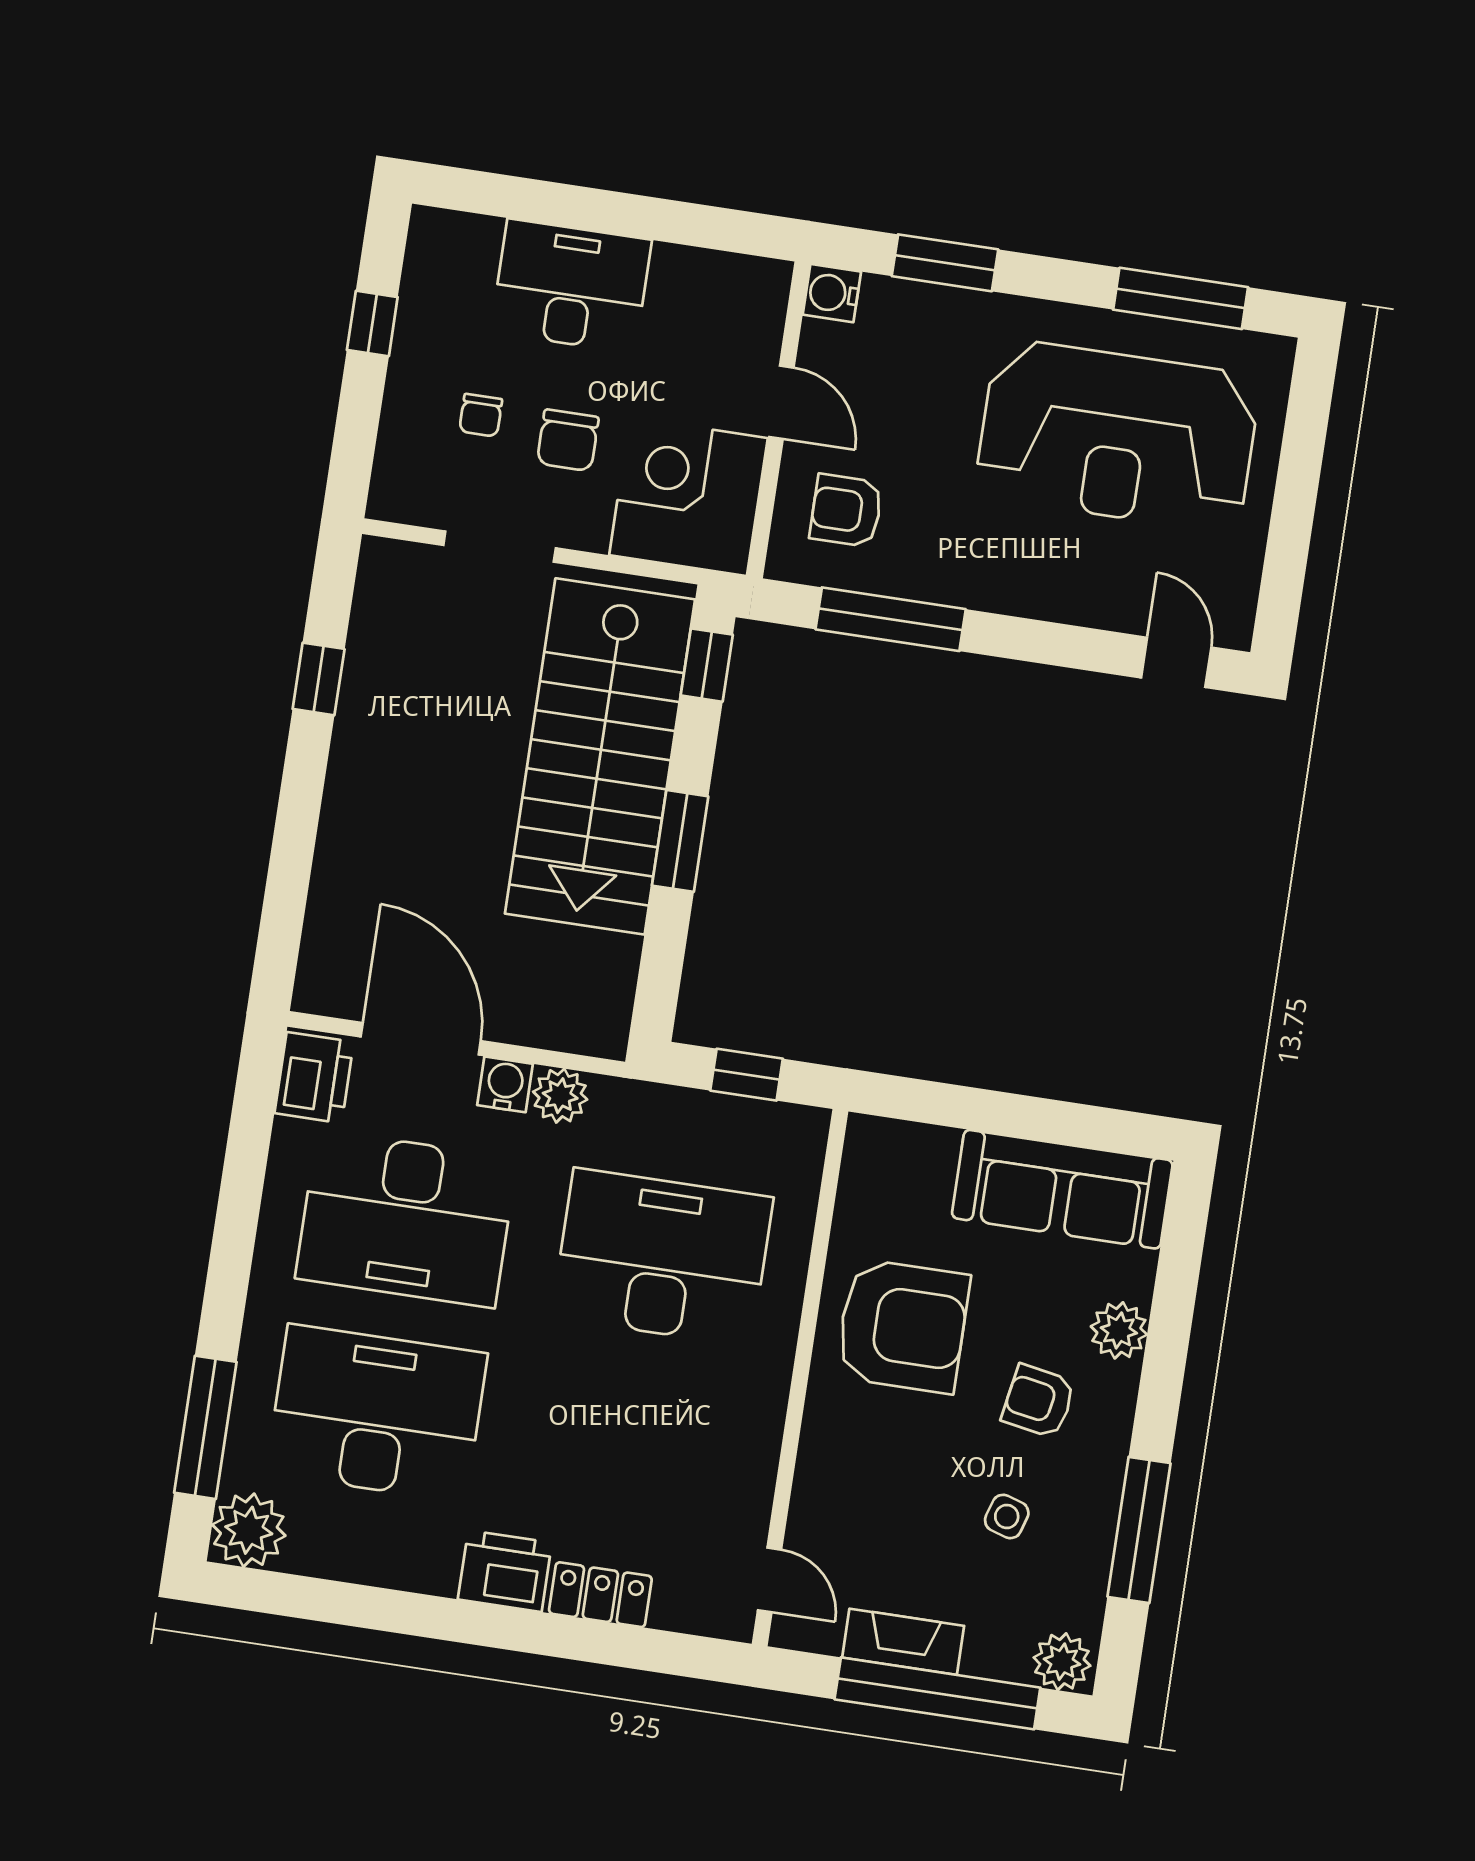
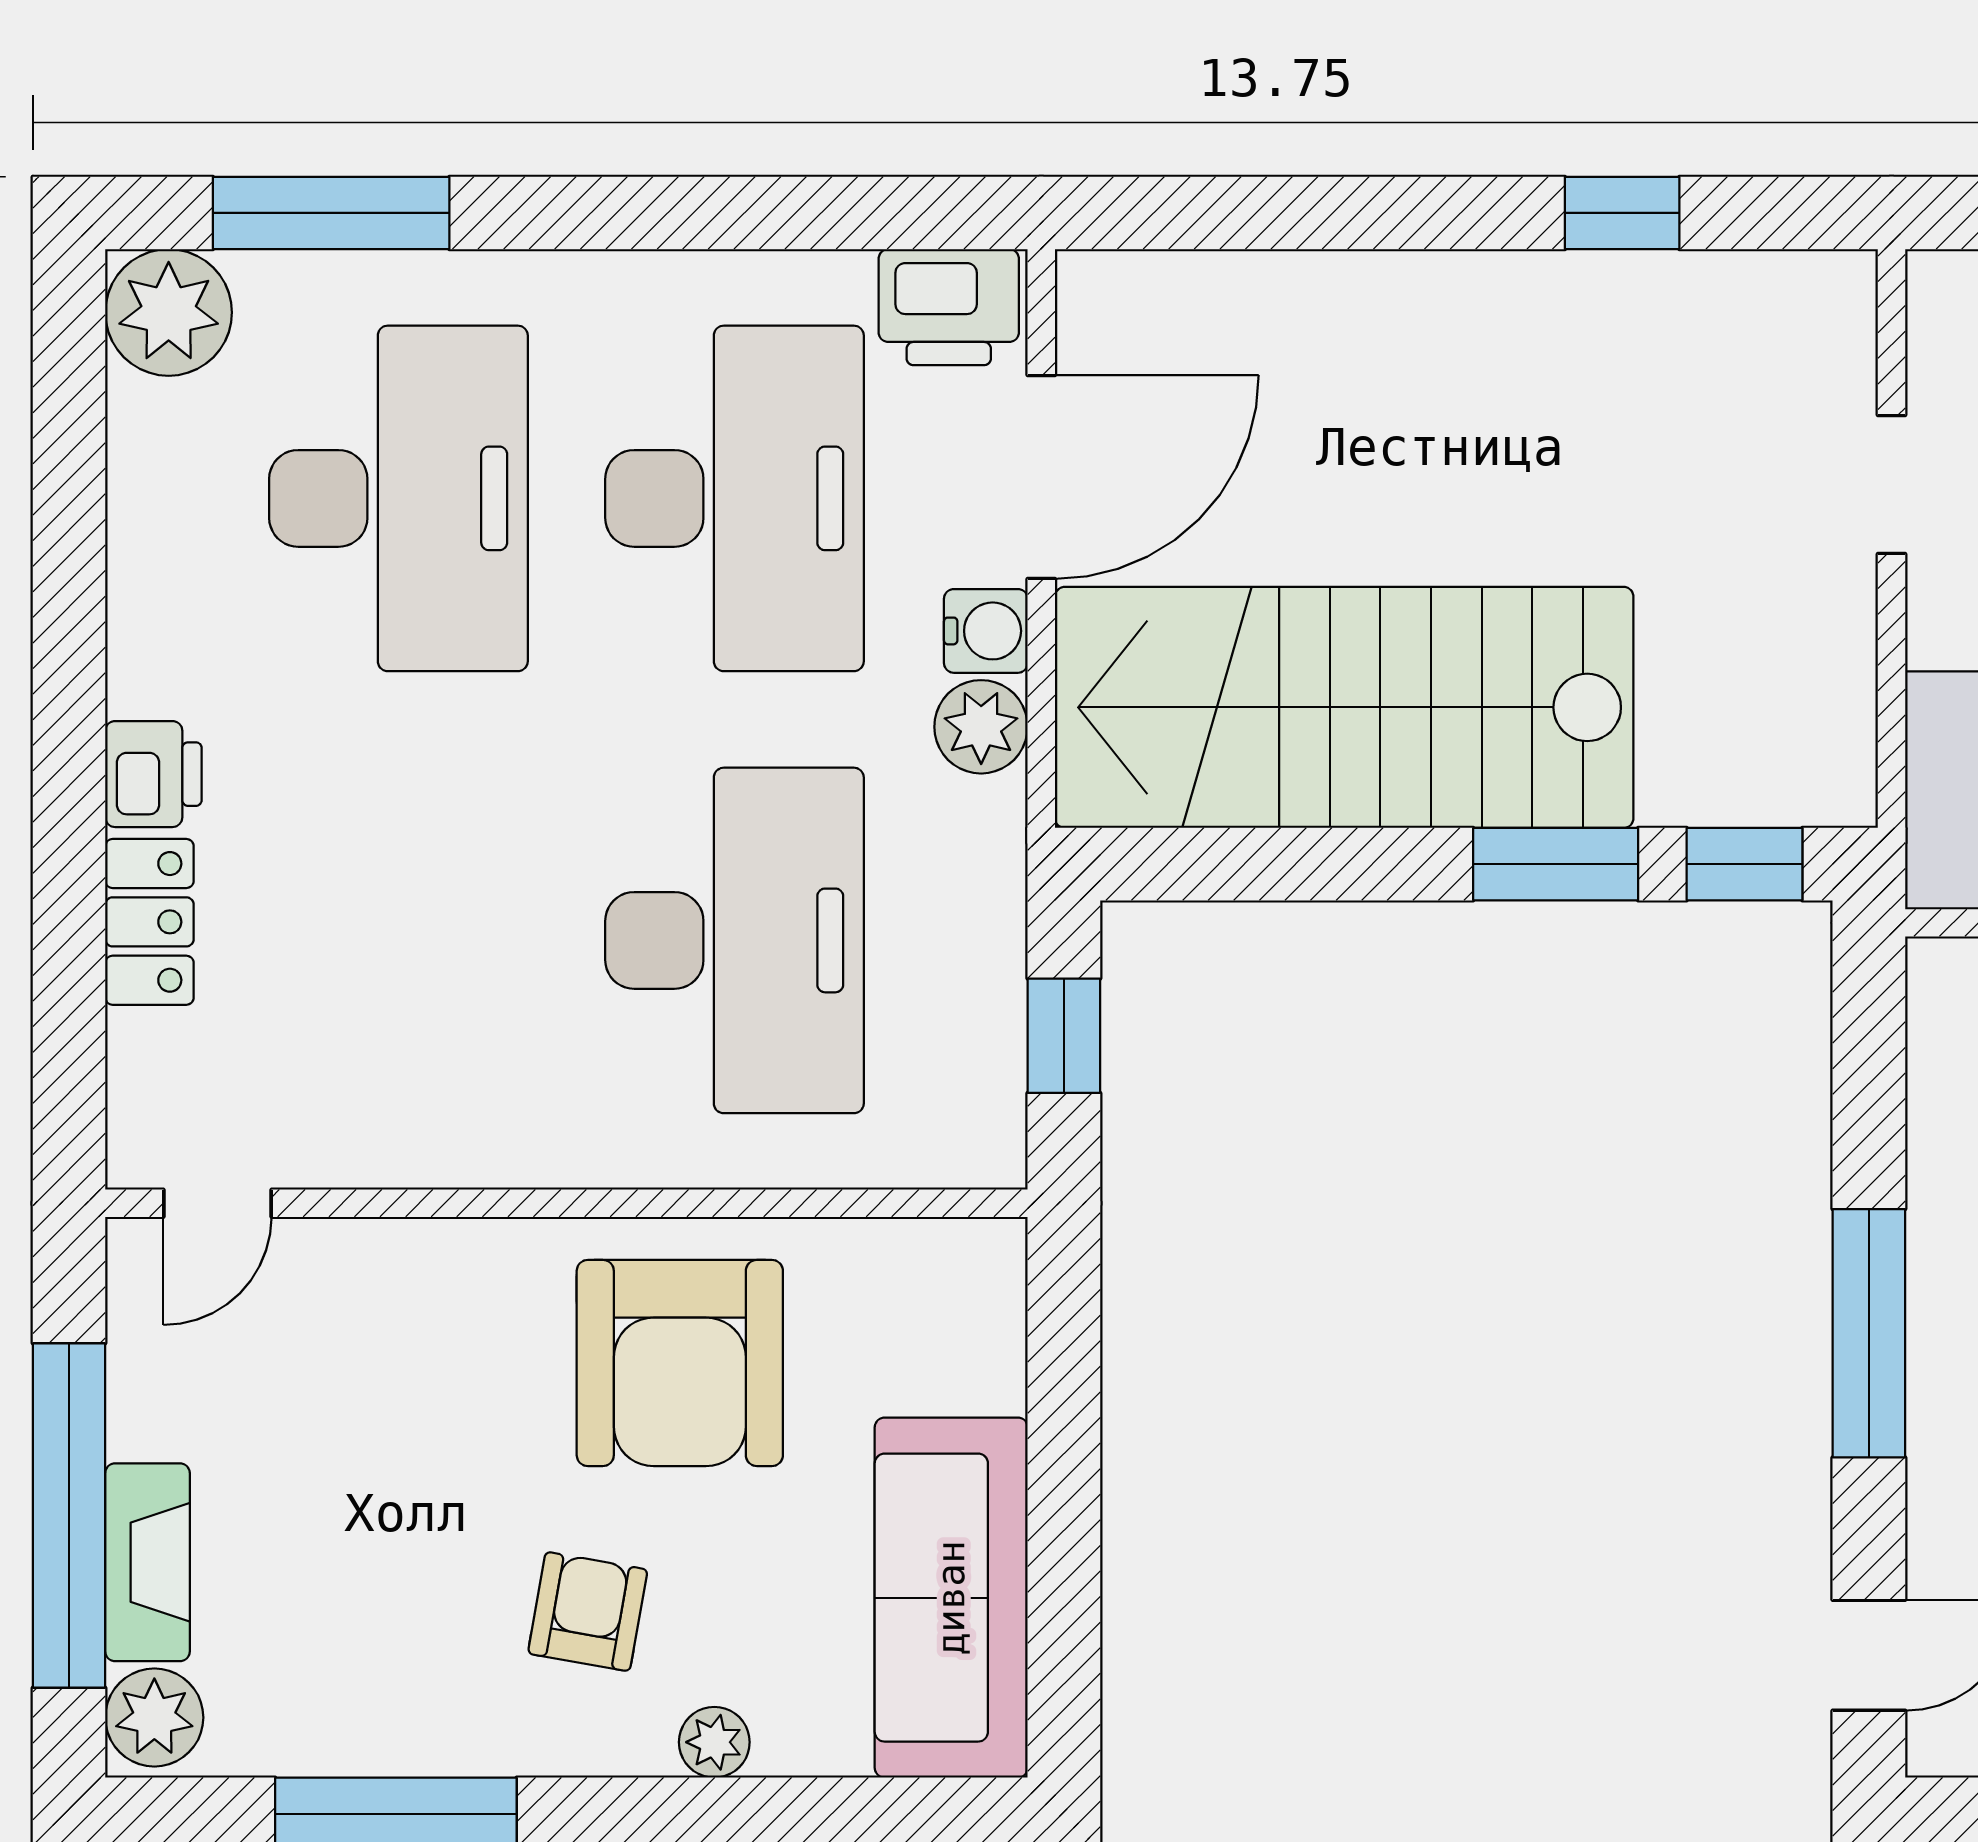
doorway: (500, 547) -> (1891, 485), width x0.73
window: (891, 619) -> (1869, 1333), moved
stairs: (600, 756) -> (1344, 707), moved
window: (680, 841) -> (1556, 864), moved
desk: (406, 1218) -> (735, 498), turned 180
plant: (1119, 1330) -> (714, 1742), width x0.73, depth x0.73
side table: (1007, 1516) -> (385, 1587), removed
printer: (505, 1571) -> (153, 774), width x0.73, depth x0.81
fireplace: (903, 1642) -> (147, 1562), moved

